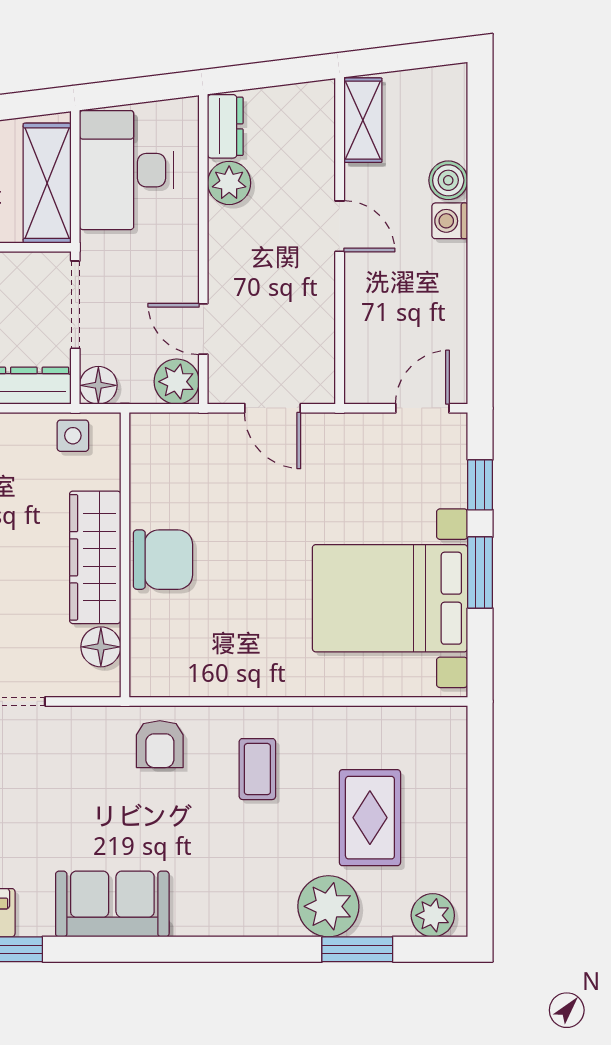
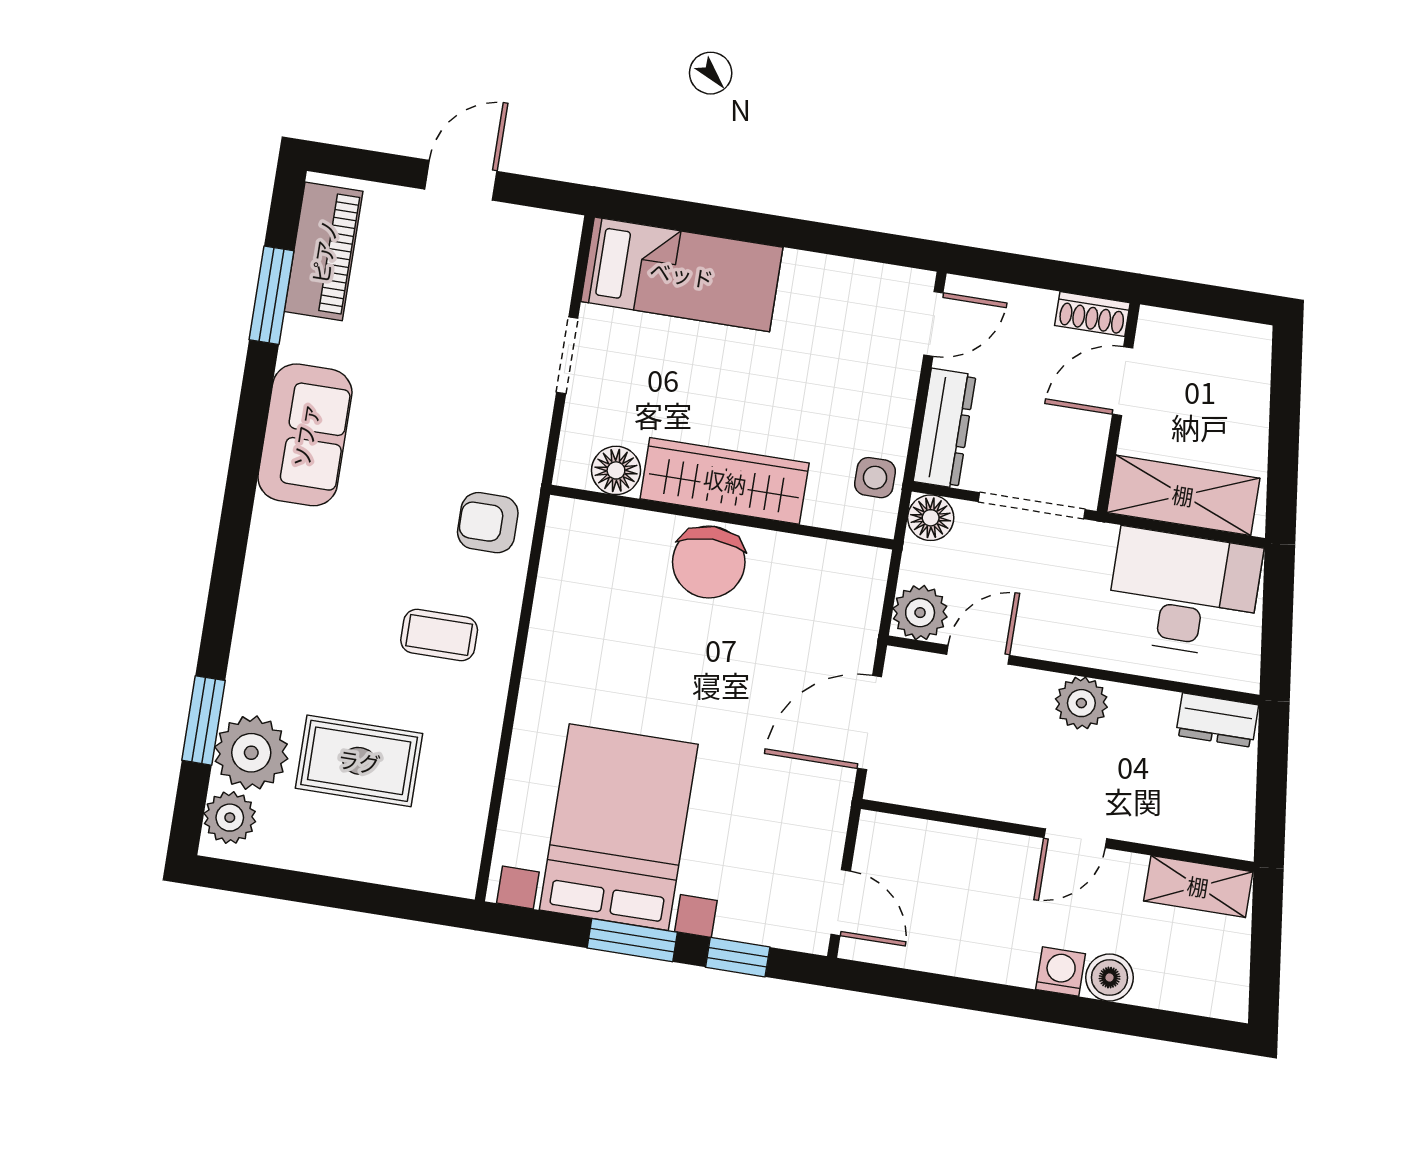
plant: (229, 183) -> (1081, 703), moved
door: (273, 408) -> (870, 723), width x1.38
plant: (328, 906) -> (251, 753), moved

